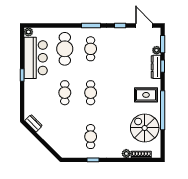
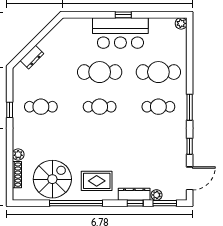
bar counter: (36, 58) -> (120, 33), moved
cafe table: (65, 93) -> (100, 72), width x1.37, depth x1.35
rug: (146, 95) -> (97, 181), turned 90
dresser: (34, 123) -> (32, 57), moved

